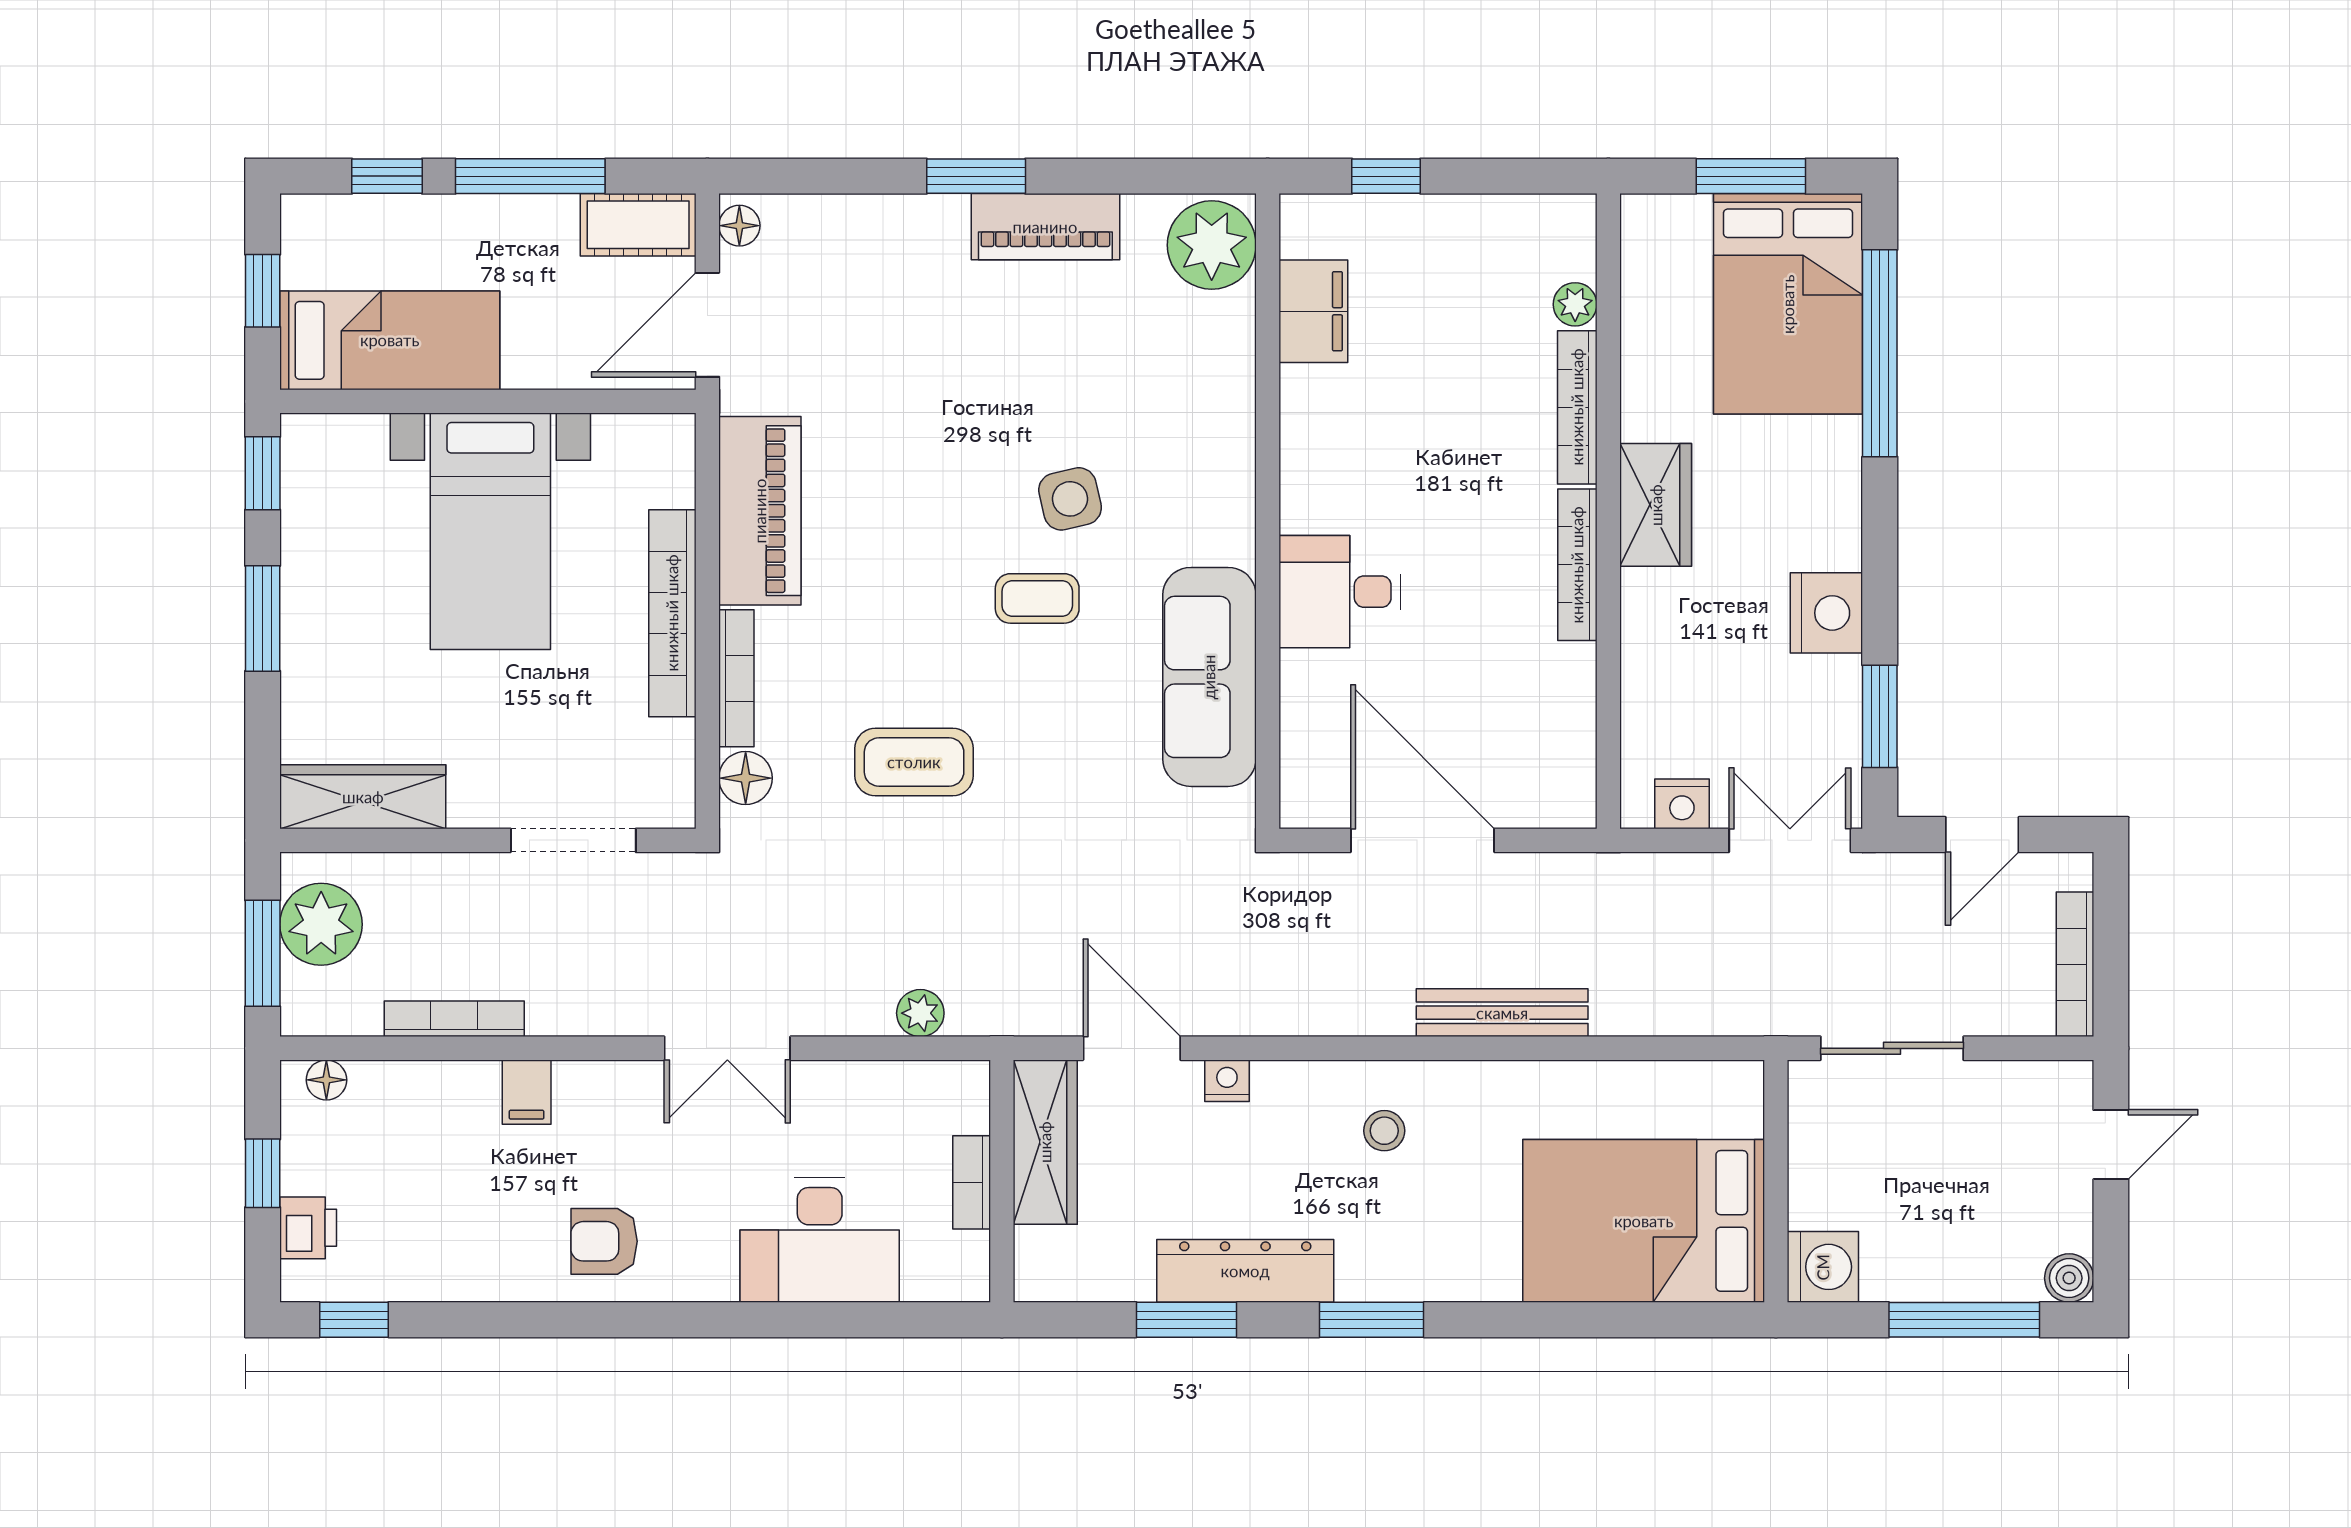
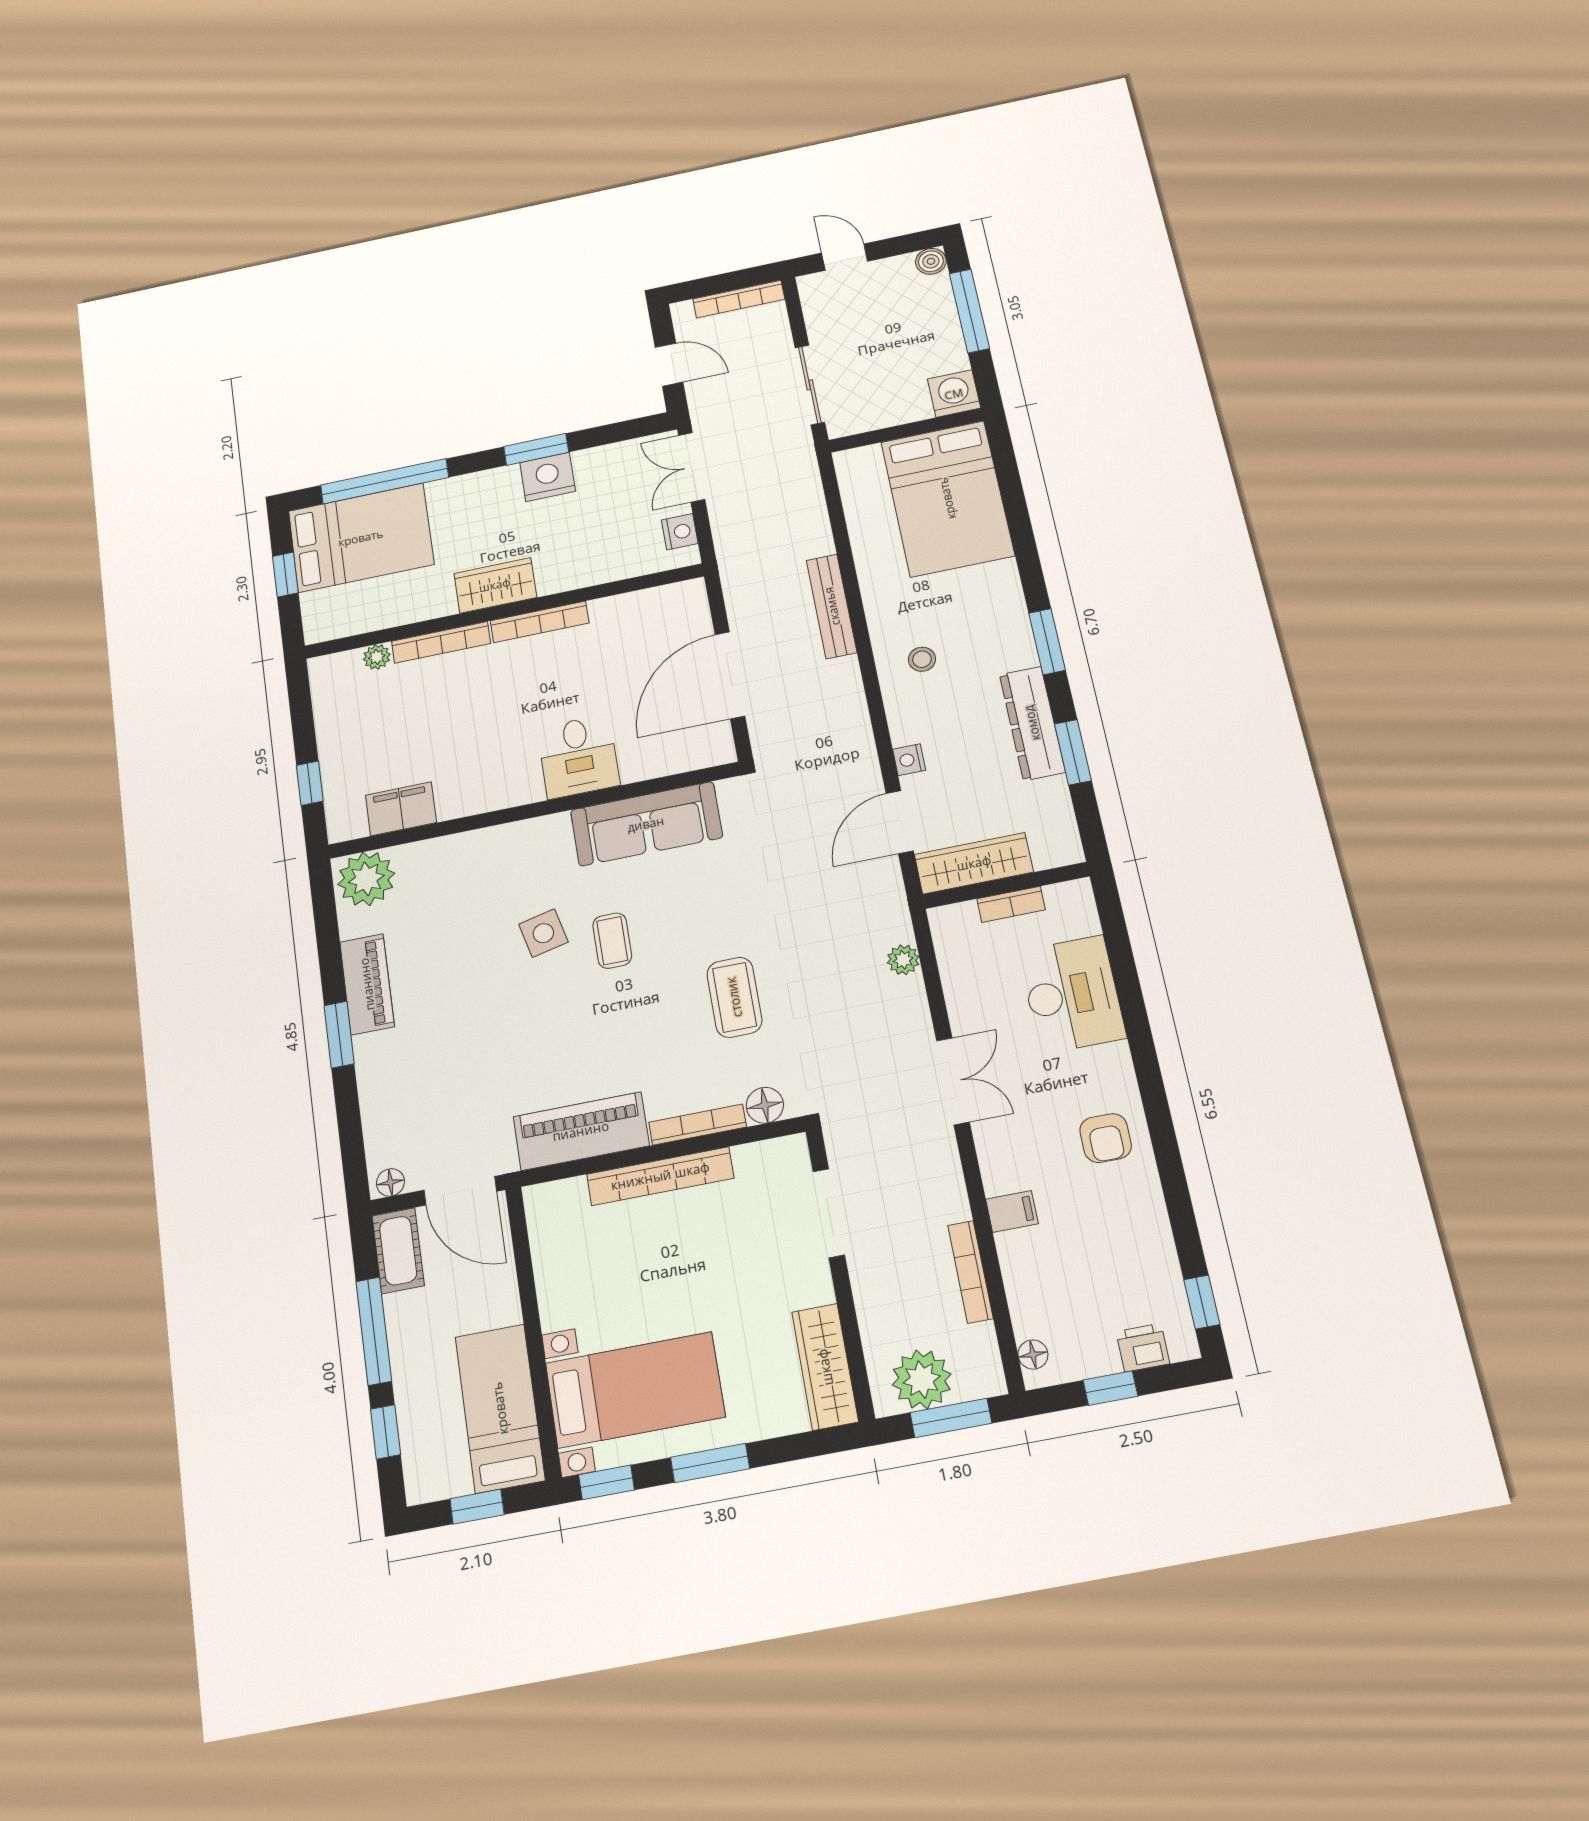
window: (1751, 176) -> (285, 575), width x0.67
bed with nightstands: (490, 531) -> (635, 1390), moved
window: (1880, 716) -> (536, 449), moved

